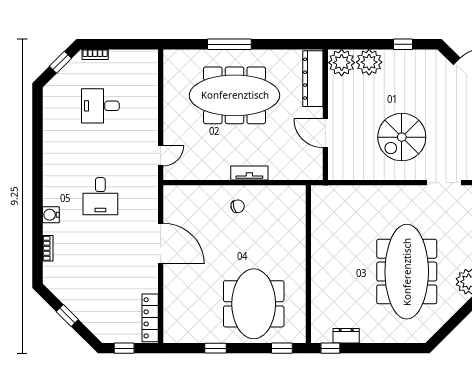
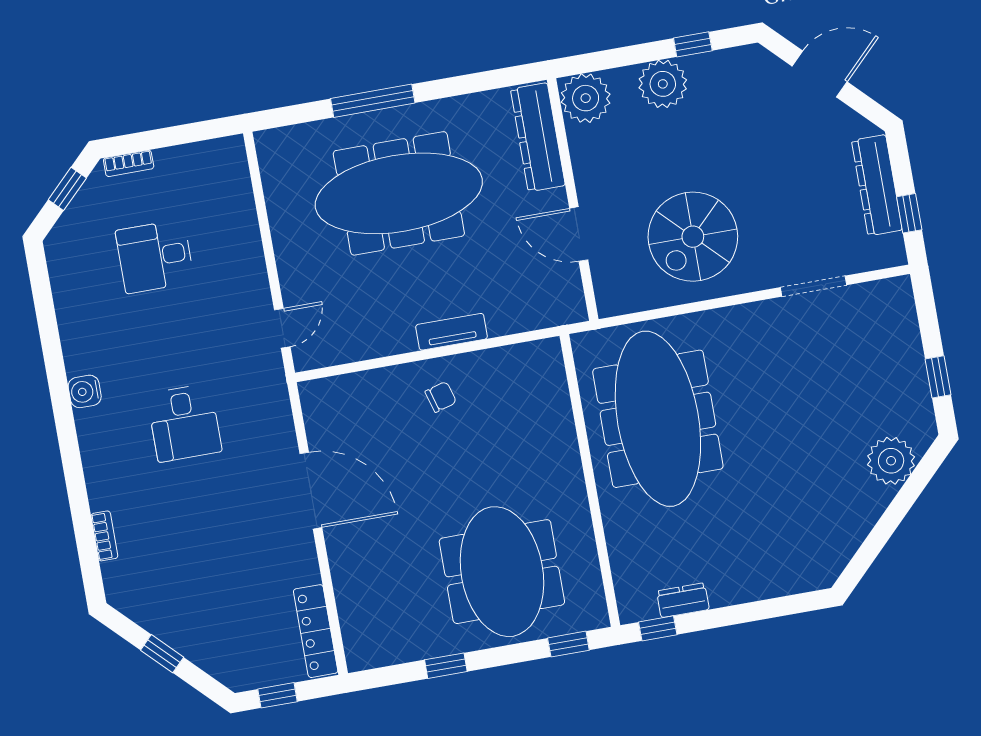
plant: (369, 62) -> (663, 84), moved
spiral stairs: (402, 137) -> (693, 237), moved
water cooler: (51, 215) -> (85, 391), moved
meeting table: (407, 272) -> (658, 419), moved

